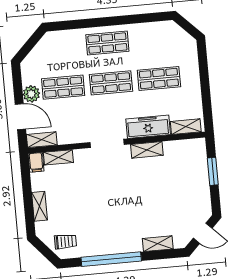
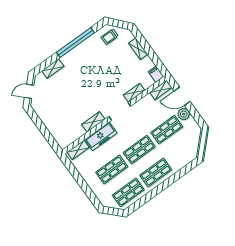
shop shelf: (155, 39) -> (128, 192), added
shelving: (58, 157) -> (134, 93), moved
window: (213, 171) -> (45, 133), removed

